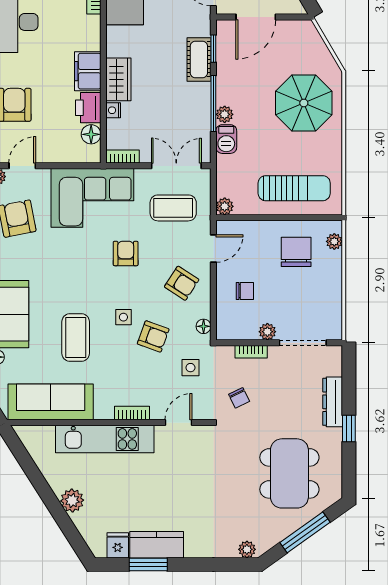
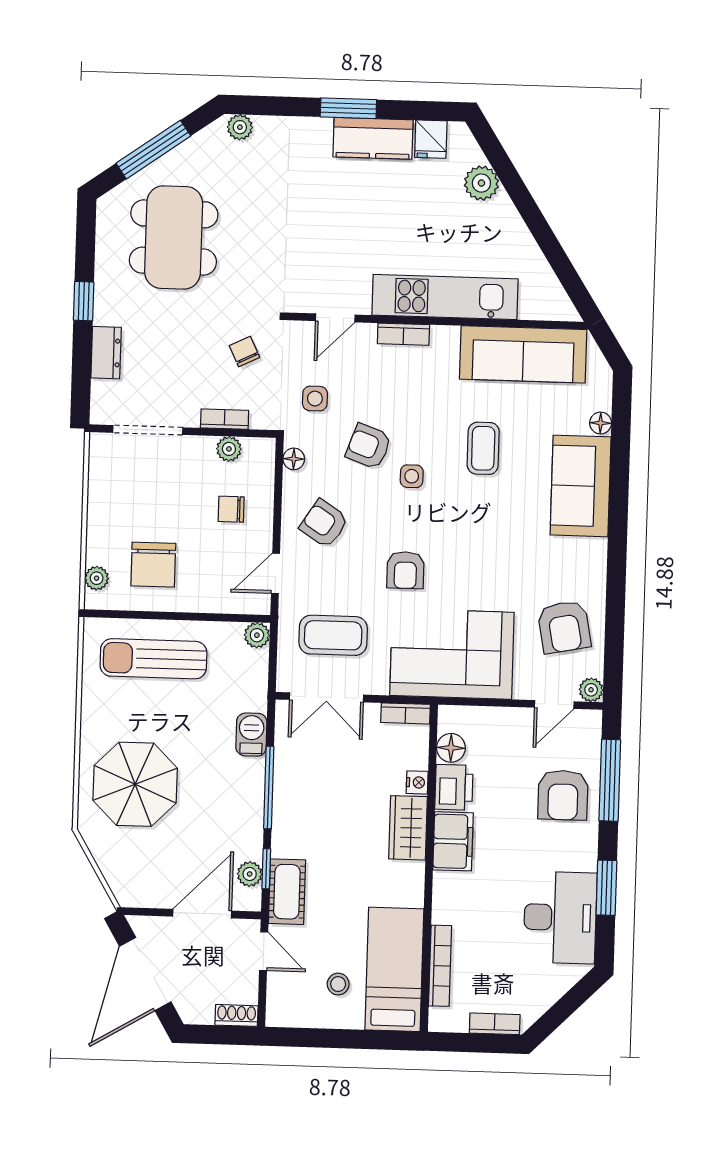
cot: (199, 59) -> (287, 892), moved
plant: (225, 114) -> (250, 874), moved
plant: (267, 332) -> (229, 449), moved
coffee table: (76, 338) -> (483, 448), width x0.73, depth x0.77
dresser: (333, 402) -> (106, 353), width x0.70
plant: (72, 501) -> (481, 183), moved
window: (148, 565) -> (348, 108), moved

